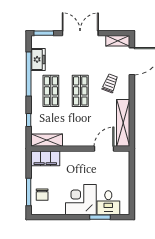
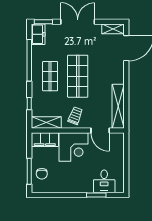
freezer: (38, 59) -> (38, 34), moved
trolley: (110, 83) -> (75, 116), moved
shop shelf: (80, 91) -> (78, 76), width x1.43, depth x1.36
door: (104, 149) -> (100, 131), swing flipped
corner desk: (81, 200) -> (73, 147), moved, turned 180

